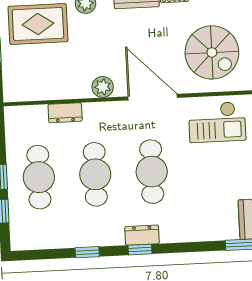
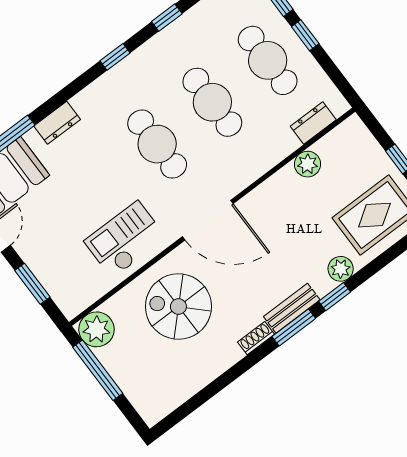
plant: (103, 87) -> (307, 164), moved
dresser: (65, 113) -> (313, 123), moved
dresser: (142, 235) -> (57, 123), moved

